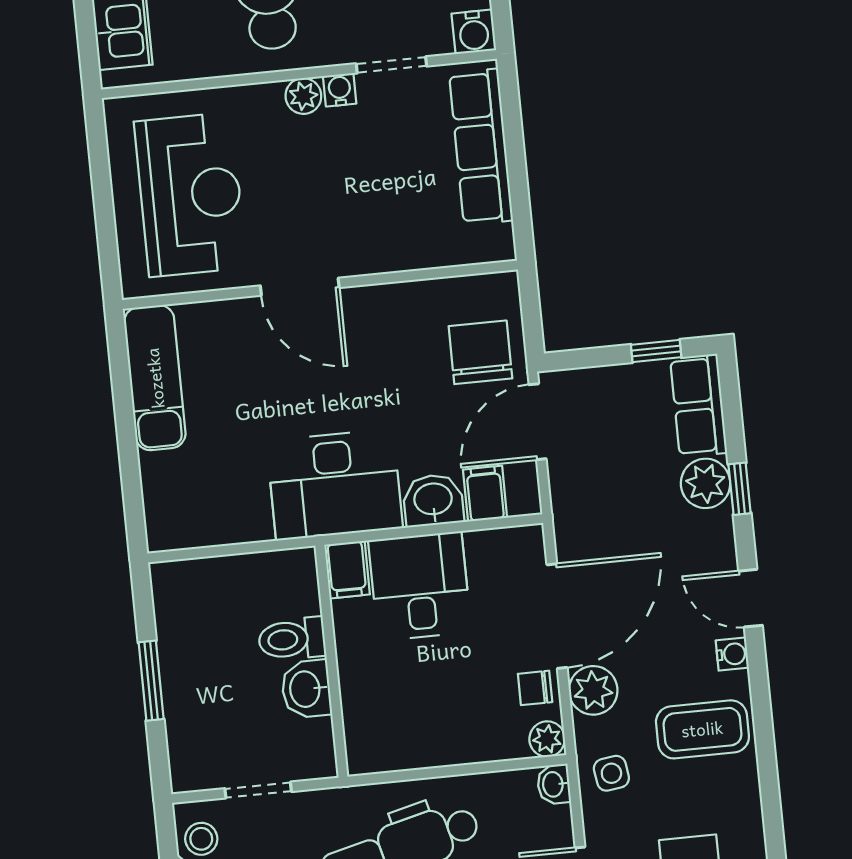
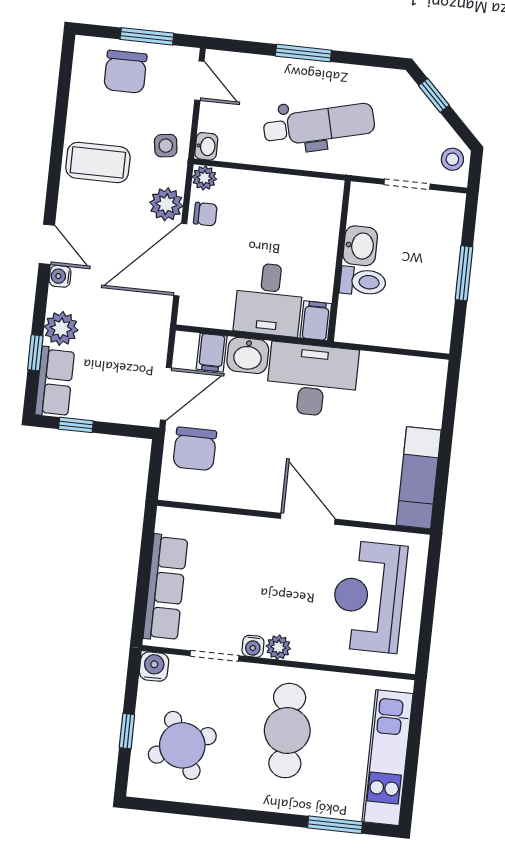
window: (740, 489) -> (35, 353), moved
water cooler: (732, 654) -> (60, 276), moved

